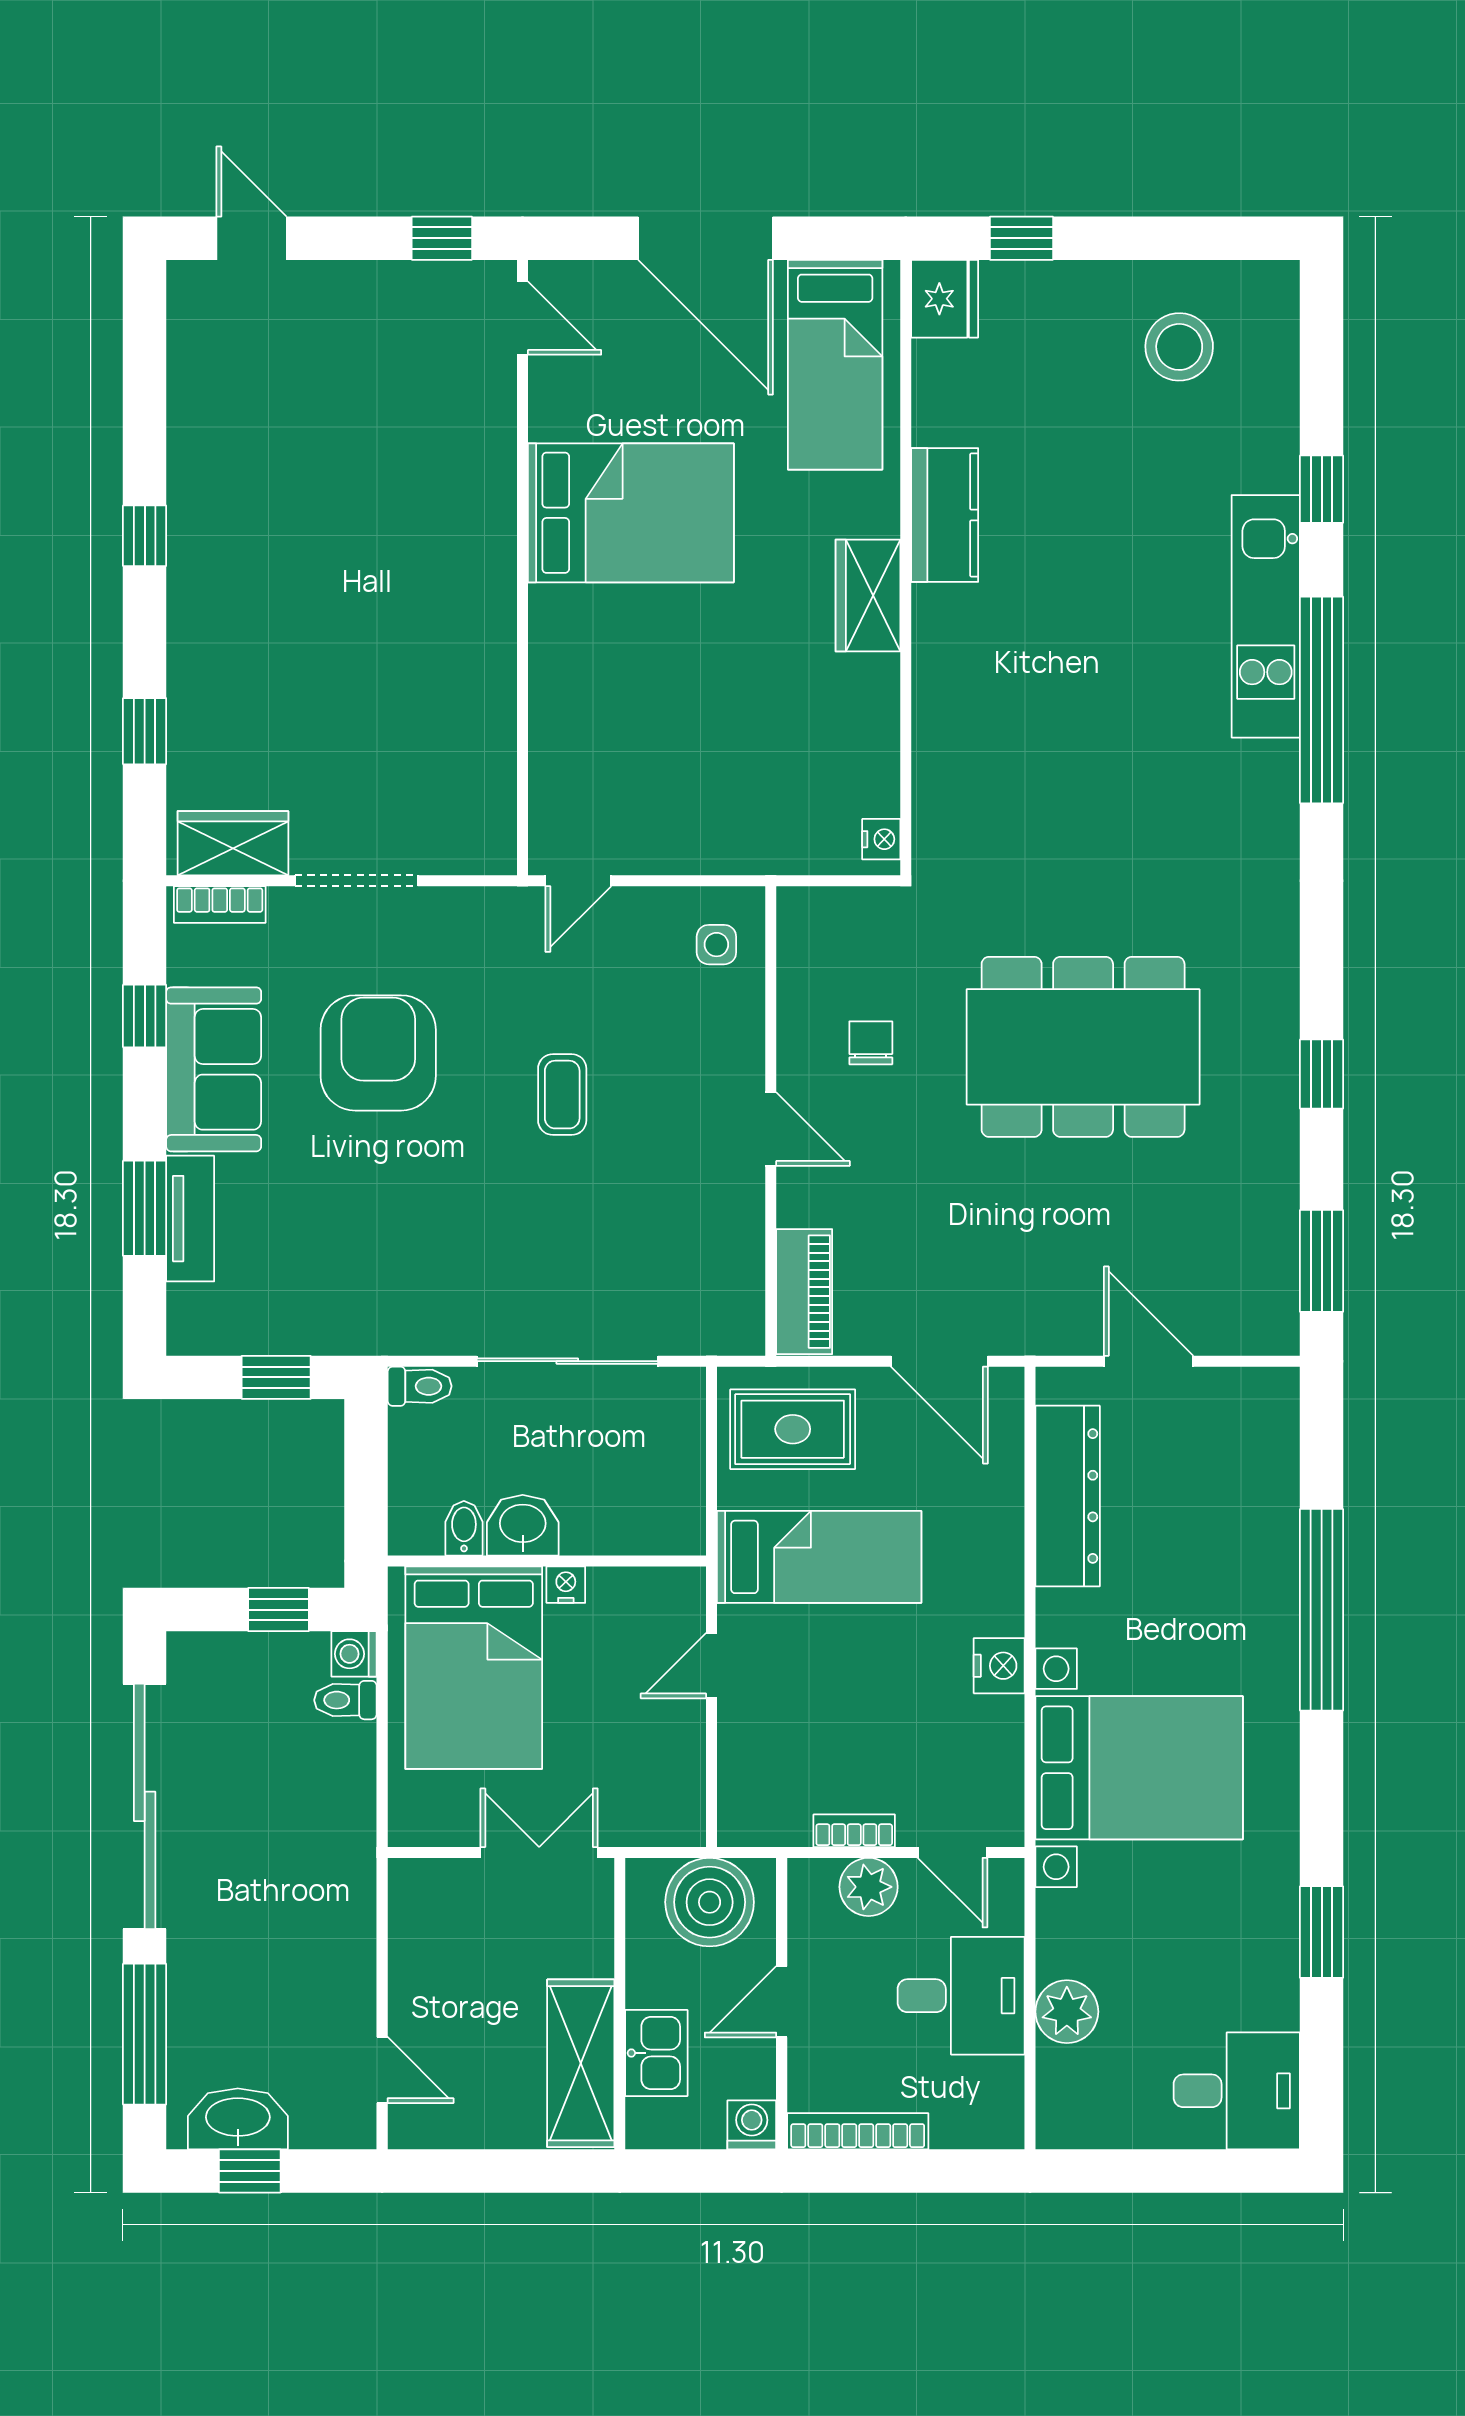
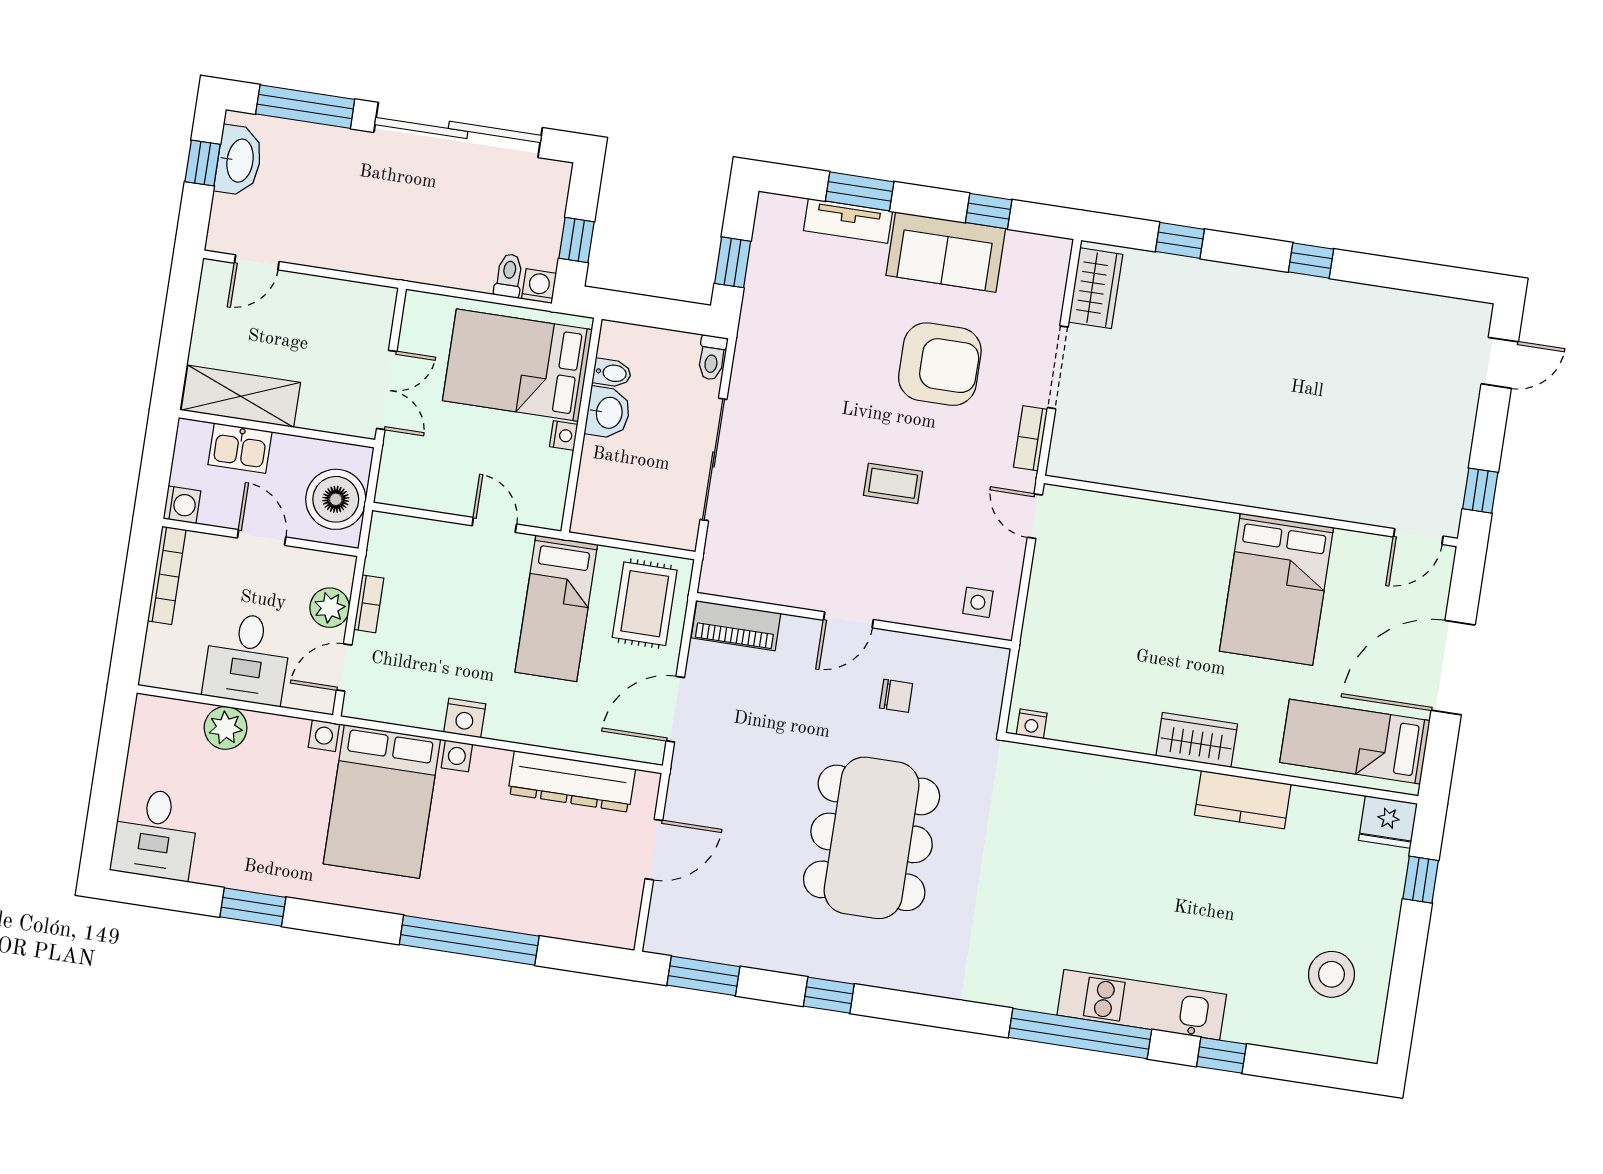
bookcase: (220, 904) -> (1031, 438), moved

